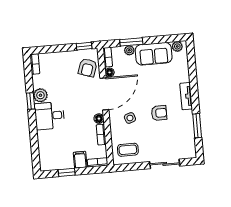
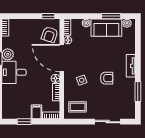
window: (131, 42) -> (111, 16), moved
door: (104, 94) -> (62, 58), swing flipped

